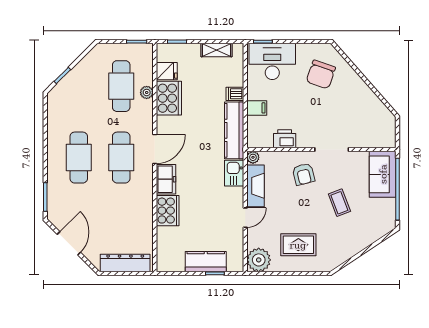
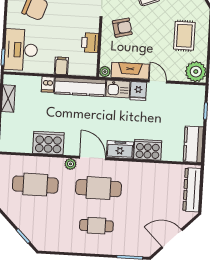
fridge: (167, 71) -> (138, 91), moved, turned 180
plant: (147, 92) -> (70, 164), moved
cafe table: (79, 158) -> (96, 226), width x0.73, depth x0.74
kitchen counter: (206, 262) -> (193, 144), moved

